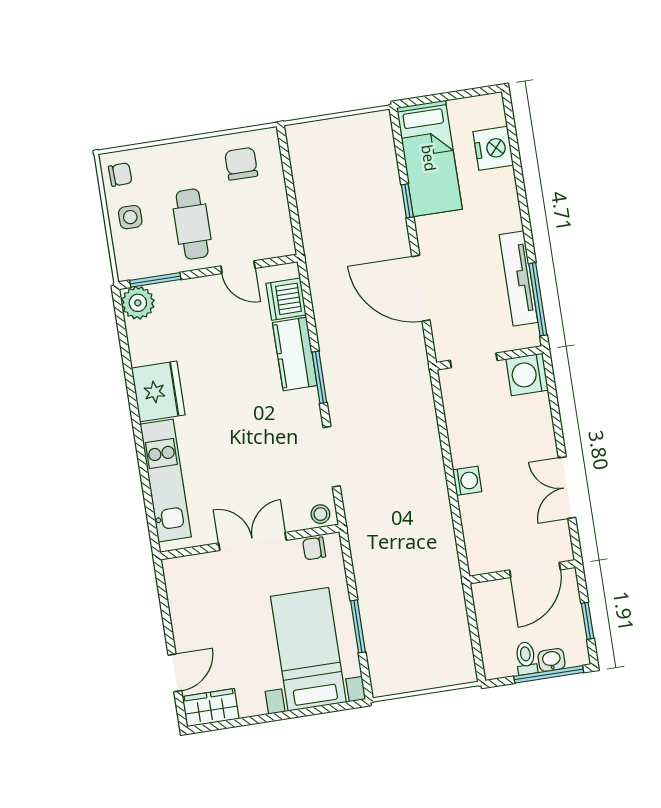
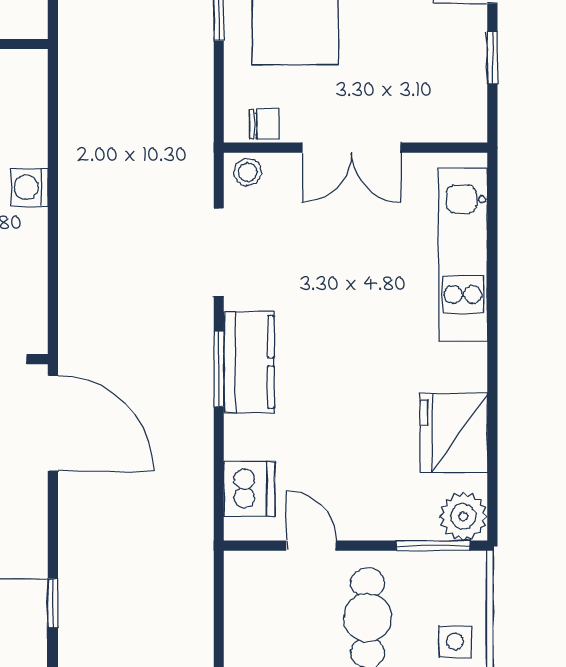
door: (421, 288) -> (53, 423), moved
kitchen counter: (295, 354) -> (249, 362), moved
fridge: (158, 391) -> (454, 433), moved
window: (166, 617) -> (492, 58), added

